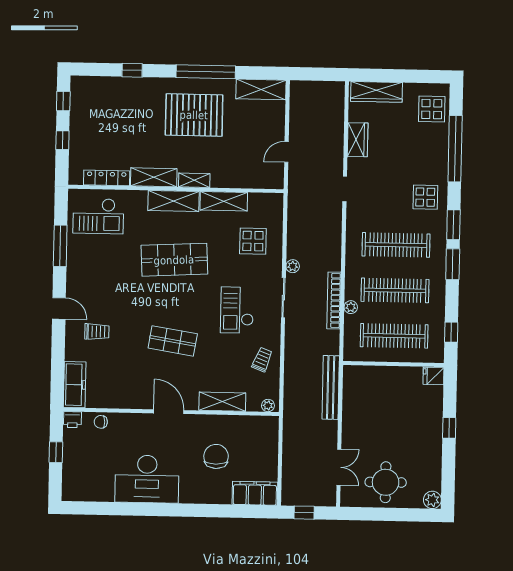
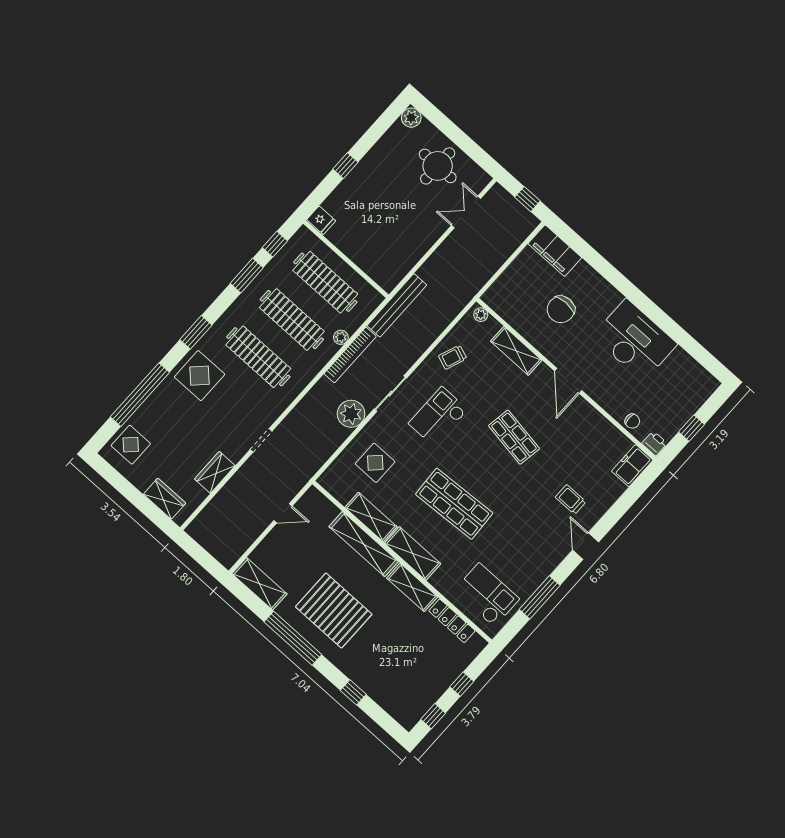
wardrobe: (377, 92) -> (165, 499), width x0.67
shelving: (194, 180) -> (364, 544), width x2.20, depth x1.33
display table: (425, 197) -> (200, 376), width x1.36, depth x1.36
window: (453, 264) -> (247, 276), moved
plant: (293, 266) -> (351, 414), width x1.88, depth x1.88
checkout: (237, 310) -> (438, 417), turned 180
freezer: (75, 385) -> (632, 466), width x0.71
bench: (331, 387) -> (397, 305), moved

